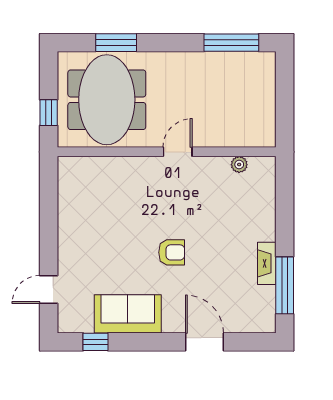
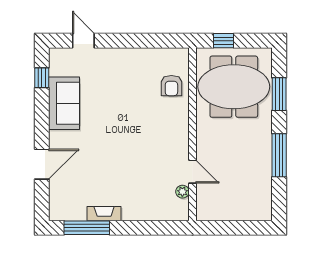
window: (231, 43) -> (279, 155), moved
door: (178, 152) -> (192, 172), moved
armchair: (172, 252) -> (171, 86), moved

